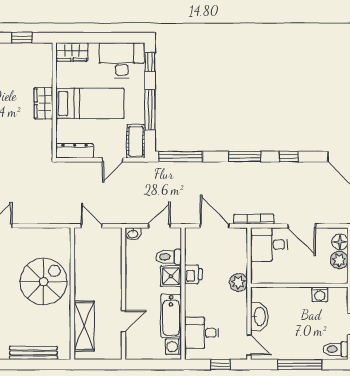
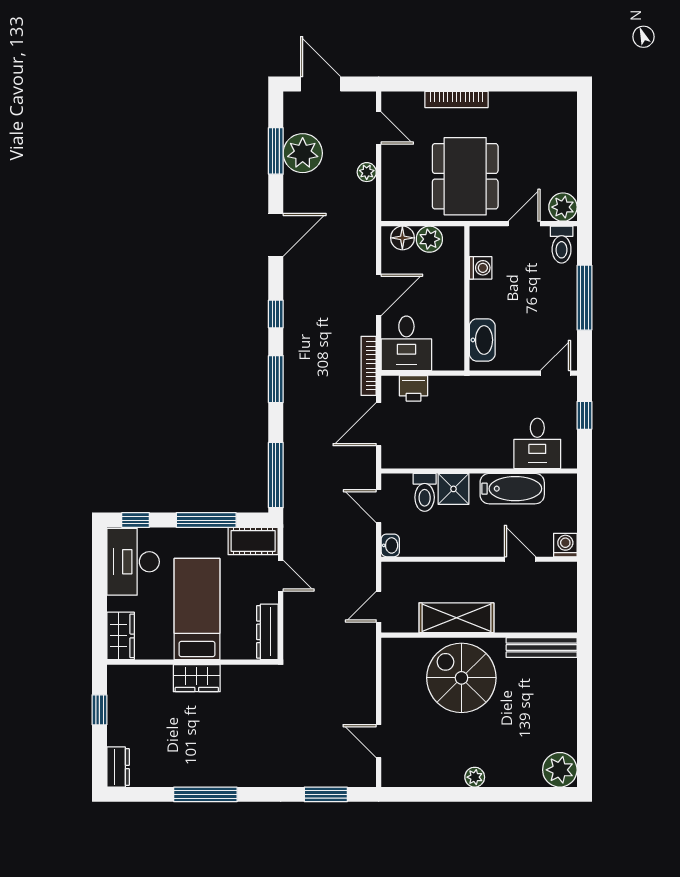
printer: (193, 274) -> (414, 388), moved, turned 180
plant: (238, 282) -> (463, 389), removed
washbasin: (259, 316) -> (482, 340), moved, turned 90
shelving: (84, 326) -> (456, 618), moved
washing machine: (173, 347) -> (565, 545), moved, turned 180
bench: (33, 353) -> (542, 648), moved, turned 90

